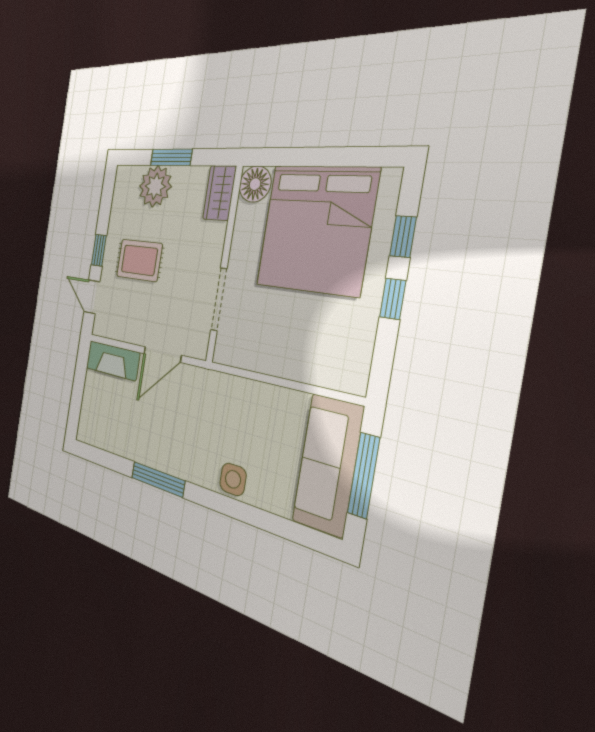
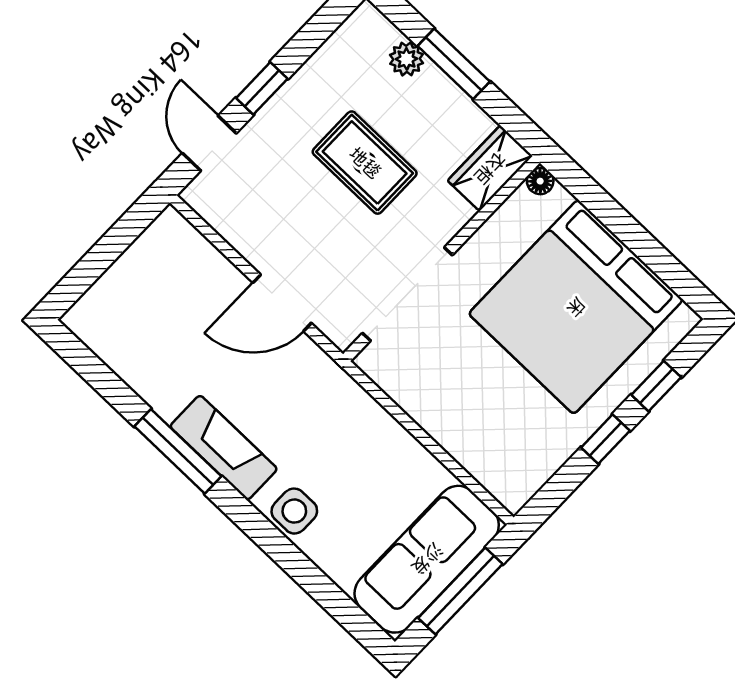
floor lamp: (255, 184) -> (540, 181), width x0.53, depth x0.53
plant: (155, 186) -> (407, 59), width x0.53, depth x0.53
rug: (139, 260) -> (365, 163), moved
doorway: (219, 299) -> (407, 294), width x1.36
fireplace: (113, 360) -> (224, 448), moved, turned 180

